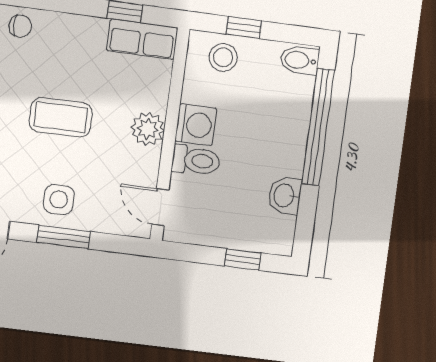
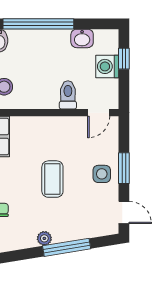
washing machine: (196, 125) -> (107, 66), moved, turned -90
plant: (148, 129) -> (53, 126), removed

